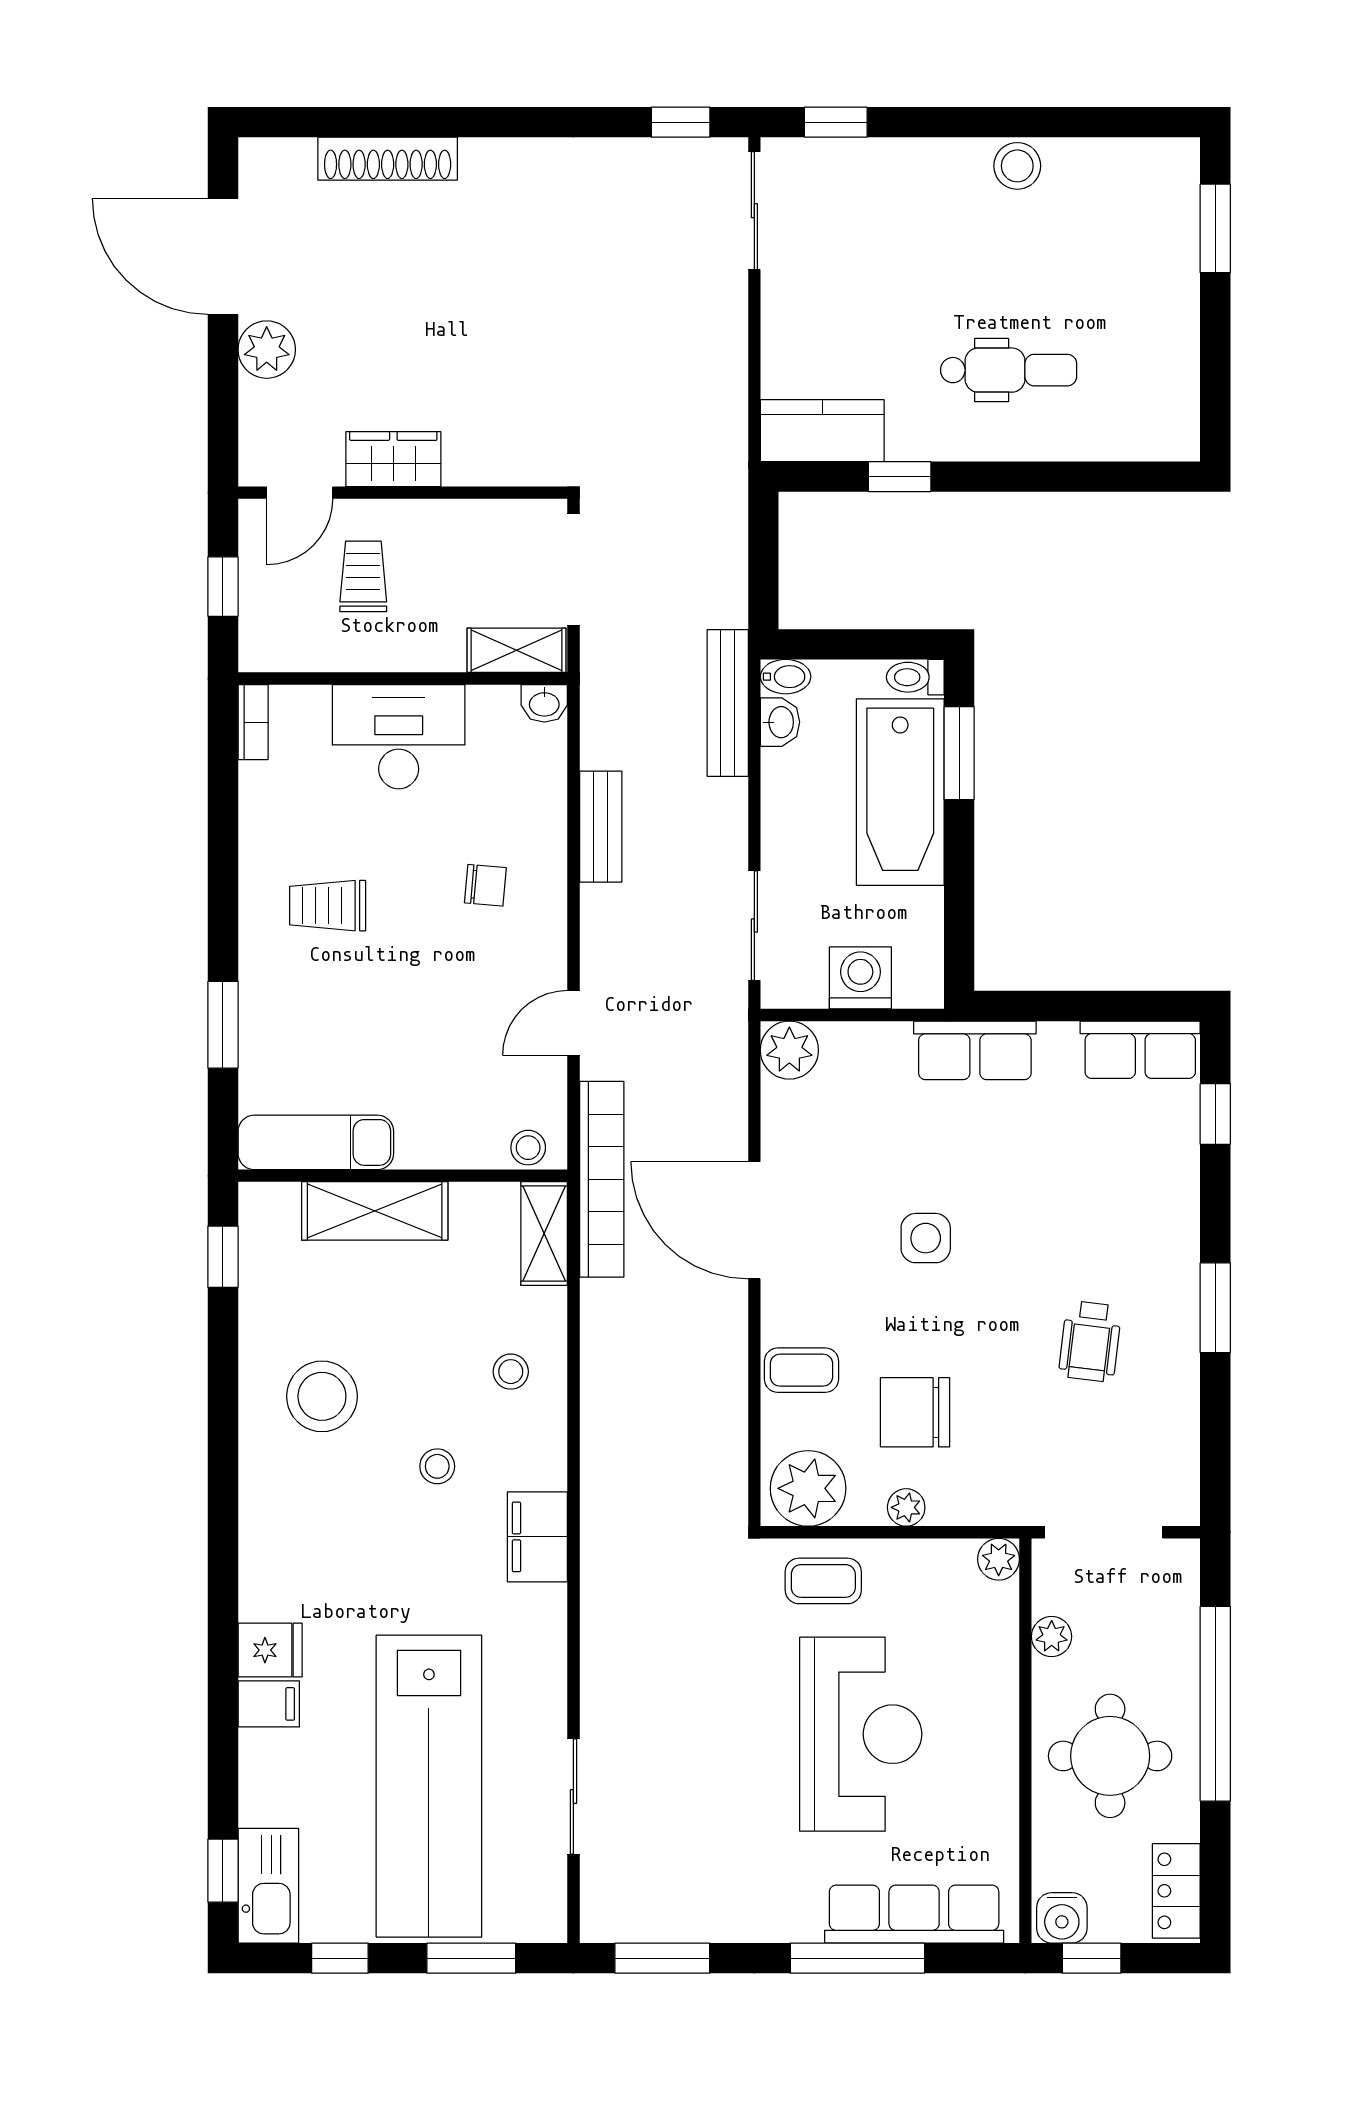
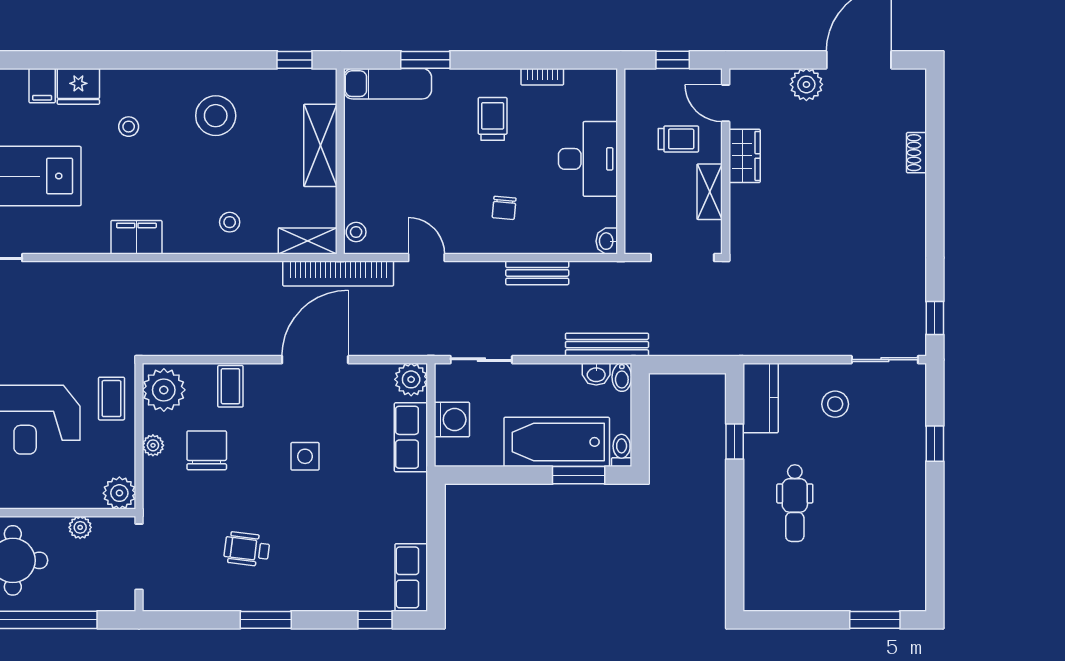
window: (836, 122) -> (935, 444), moved
shoe rack: (388, 159) -> (916, 153), width x0.51, depth x0.81
stool: (1017, 166) -> (835, 404), moved
shelving: (517, 650) -> (710, 192), moved
bookcase: (253, 722) -> (542, 77), moved
row of seats: (975, 1050) -> (411, 437), moved
exam couch: (316, 1142) -> (388, 84), moved, turned 90
stool: (437, 1466) -> (129, 127), moved
plant: (999, 1559) -> (119, 493), width x1.38, depth x1.38
fridge: (270, 1650) -> (78, 86), width x1.38

